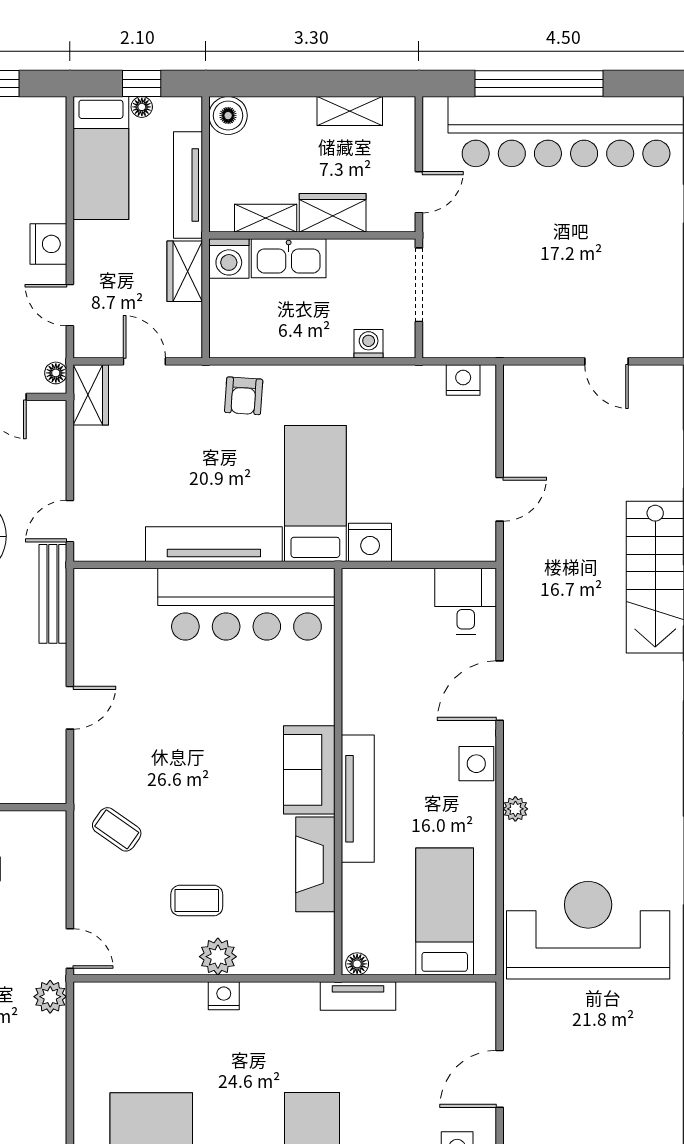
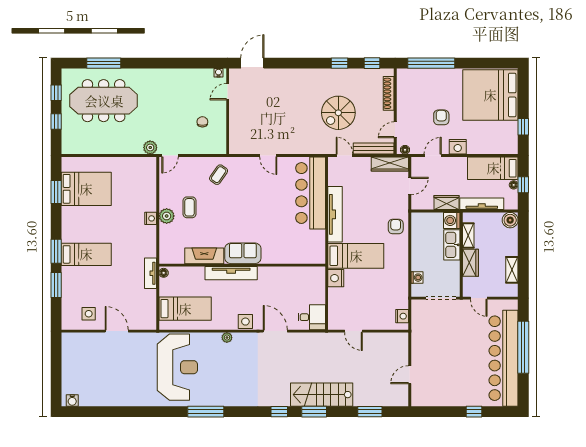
wardrobe: (91, 395) -> (390, 164), width x1.50
armchair: (244, 396) -> (396, 226), turned 86
bench: (53, 594) -> (374, 149), moved
bar counter: (246, 604) -> (311, 193), moved

